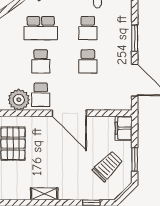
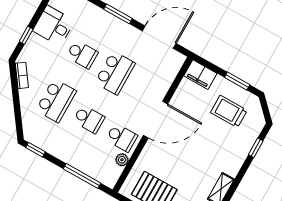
school desk: (88, 61) -> (115, 73), width x1.85
plant: (19, 100) -> (122, 160), width x0.53, depth x0.53
trolley: (108, 166) -> (229, 111), turned -44

